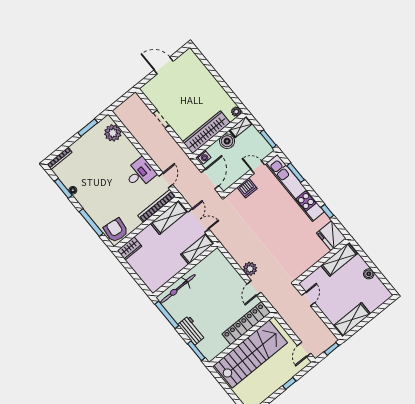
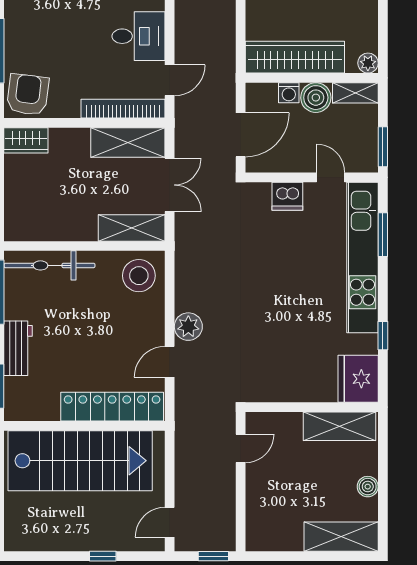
washing machine: (204, 157) -> (289, 93), moved
stool: (215, 265) -> (139, 276), added
shelving: (352, 320) -> (341, 537), moved

